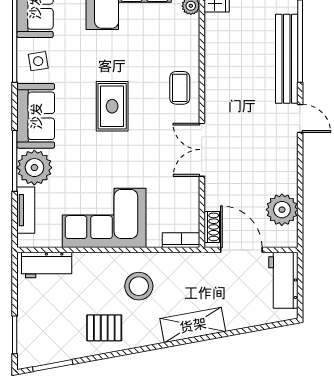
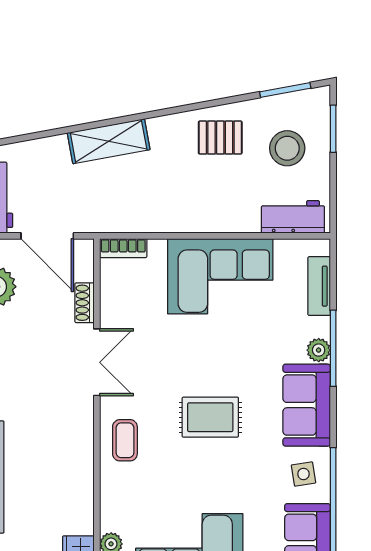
rug: (112, 106) -> (210, 417), turned 90
plant: (34, 168) -> (319, 350), width x0.53, depth x0.53
shoe rack: (212, 227) -> (84, 303), moved
stool: (139, 286) -> (287, 148), moved

